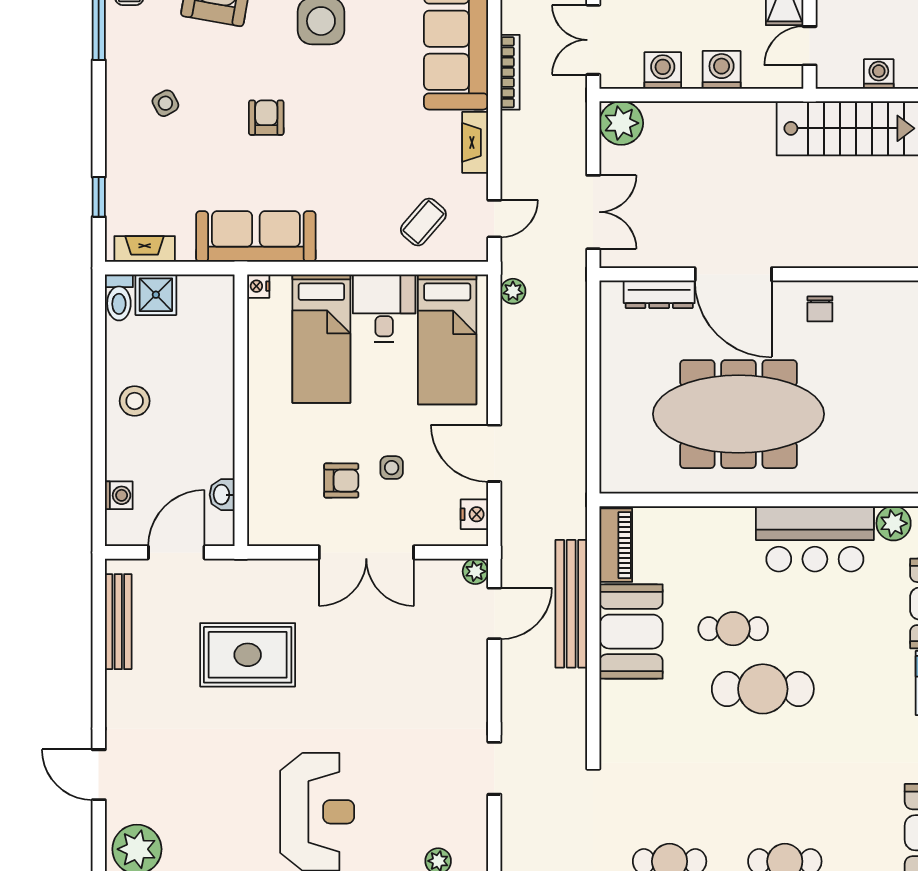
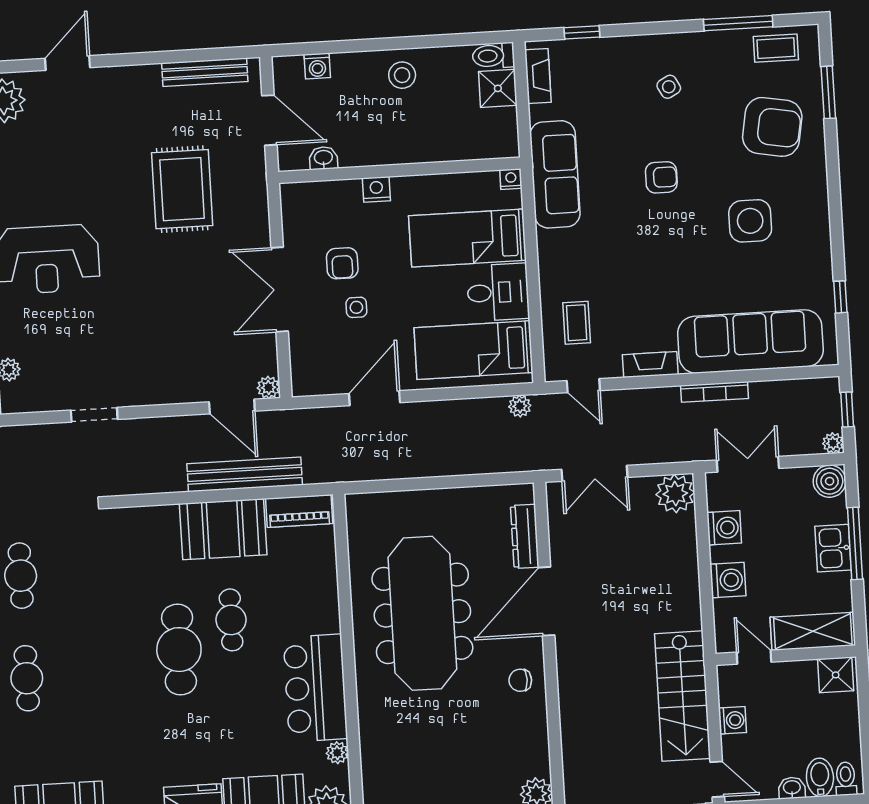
coffee table: (423, 222) -> (577, 323), turned 49
nightstand: (474, 514) -> (376, 189), moved, turned 180
plant: (894, 523) -> (337, 753), width x0.73, depth x0.73

